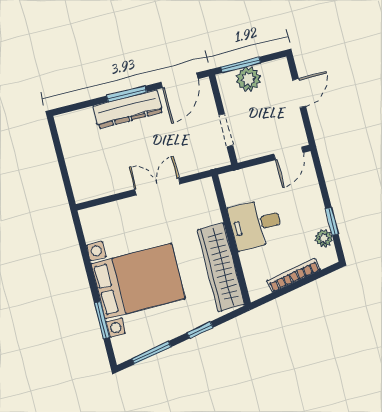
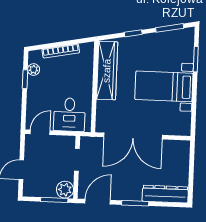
plant: (248, 79) -> (65, 190), moved
dresser: (128, 109) -> (165, 194), moved
double door: (157, 187) -> (133, 136), width x1.87
desk: (256, 224) -> (69, 115), moved, turned 90
bed with nightstands: (138, 281) -> (164, 86), width x0.73

